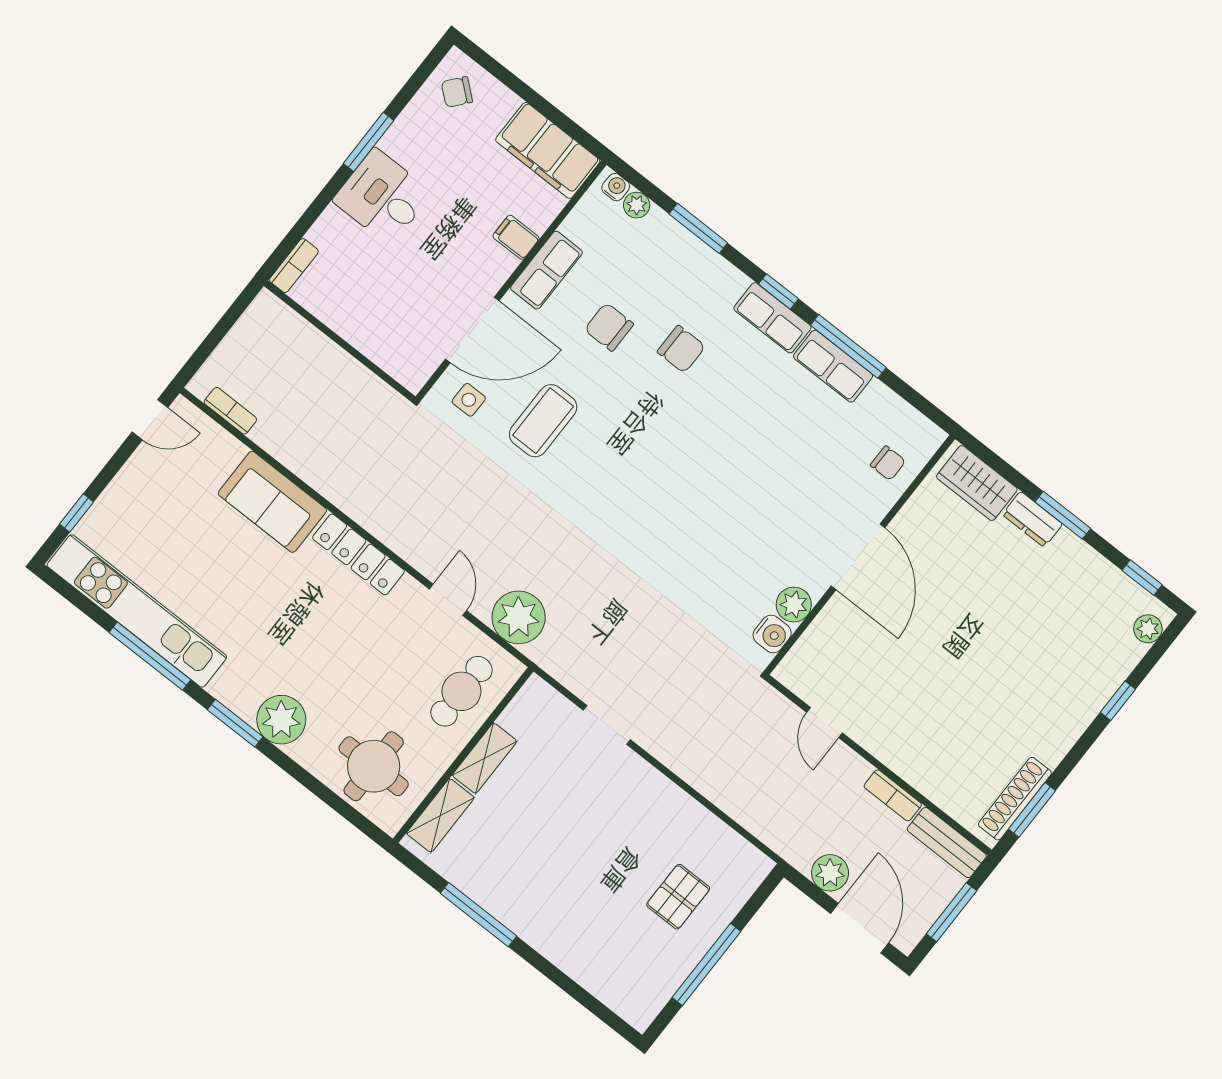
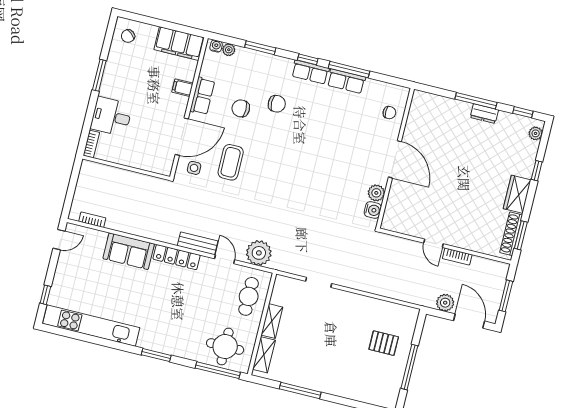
desk: (382, 197) -> (111, 117), moved
wardrobe: (977, 483) -> (517, 194), moved, turned 90
window: (1063, 515) -> (476, 101), width x1.44
dresser: (1032, 519) -> (484, 114), moved
window: (150, 656) -> (218, 370), moved
plant: (281, 720) -> (176, 344), removed
door: (824, 723) -> (433, 243), moved
bench: (947, 843) -> (198, 243), moved
pallet: (678, 897) -> (384, 343), turned 90

